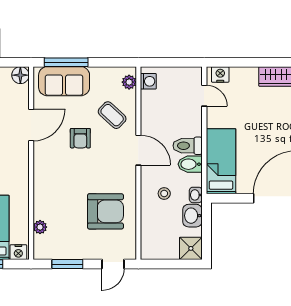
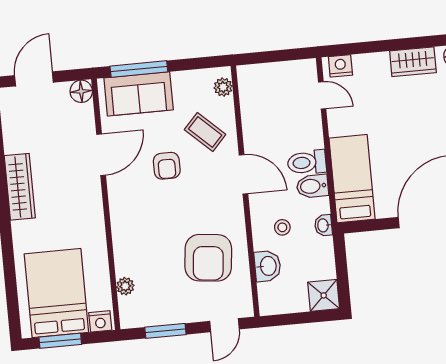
washing machine: (148, 81) -> (248, 84), removed
armchair: (105, 211) -> (208, 258), turned 96
washbasin: (192, 216) -> (268, 266), moved, turned 180

